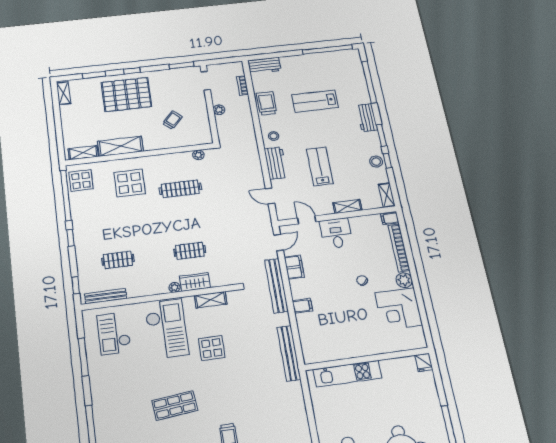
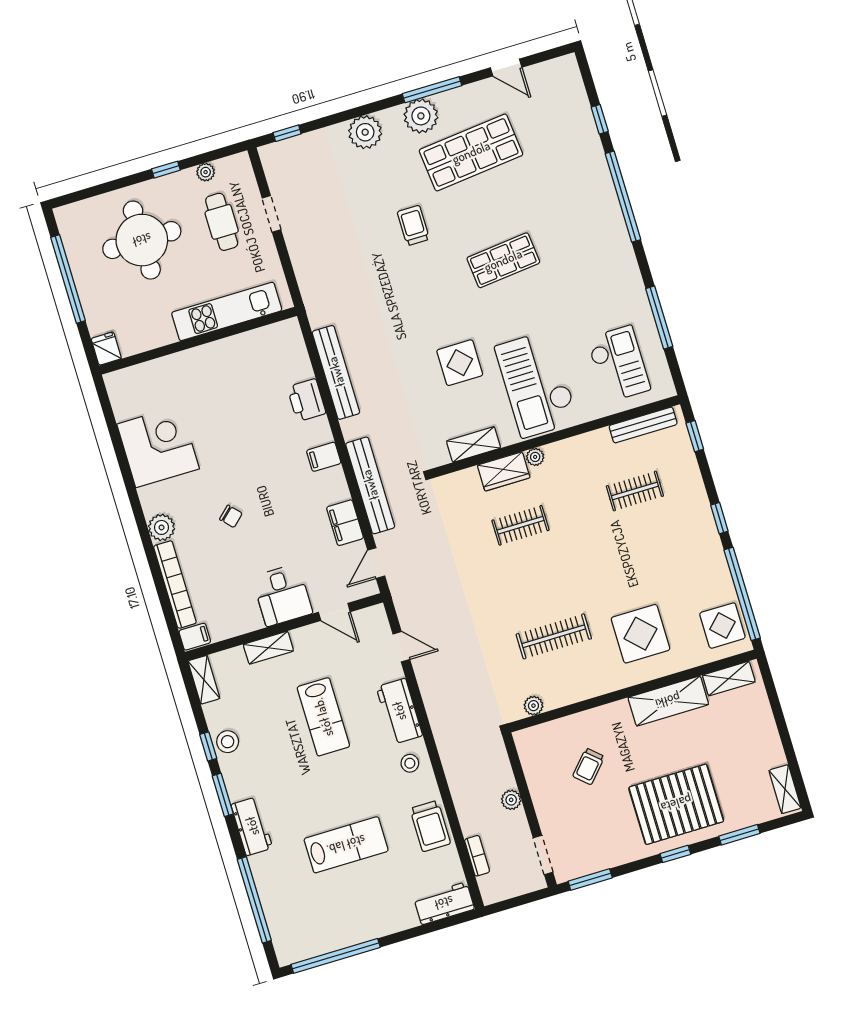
corner desk: (399, 309) -> (158, 446), moved
printer: (309, 340) -> (307, 400), added
wall: (367, 359) -> (198, 341), moved
fridge: (424, 362) -> (106, 349), moved
kitchen unit: (347, 374) -> (227, 311), moved

